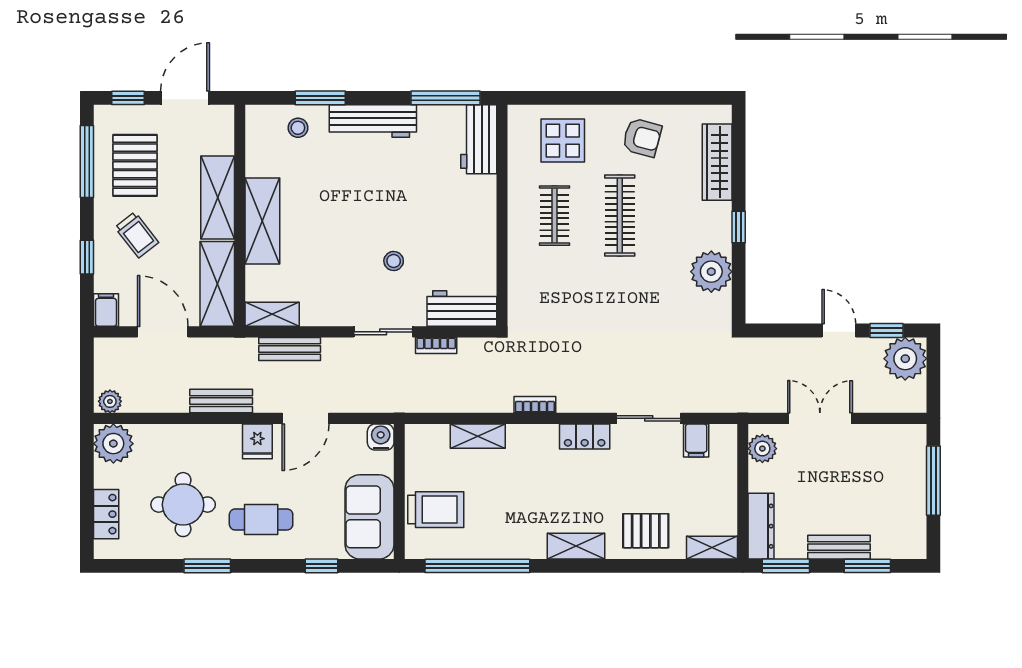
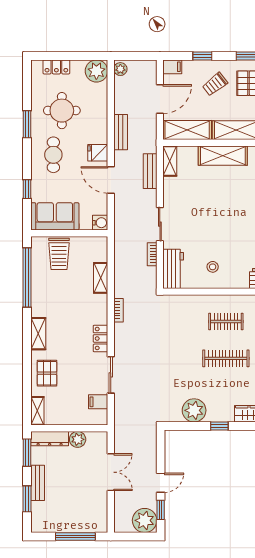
stool: (394, 261) -> (213, 267), moved
plant: (762, 449) -> (78, 439), moved

